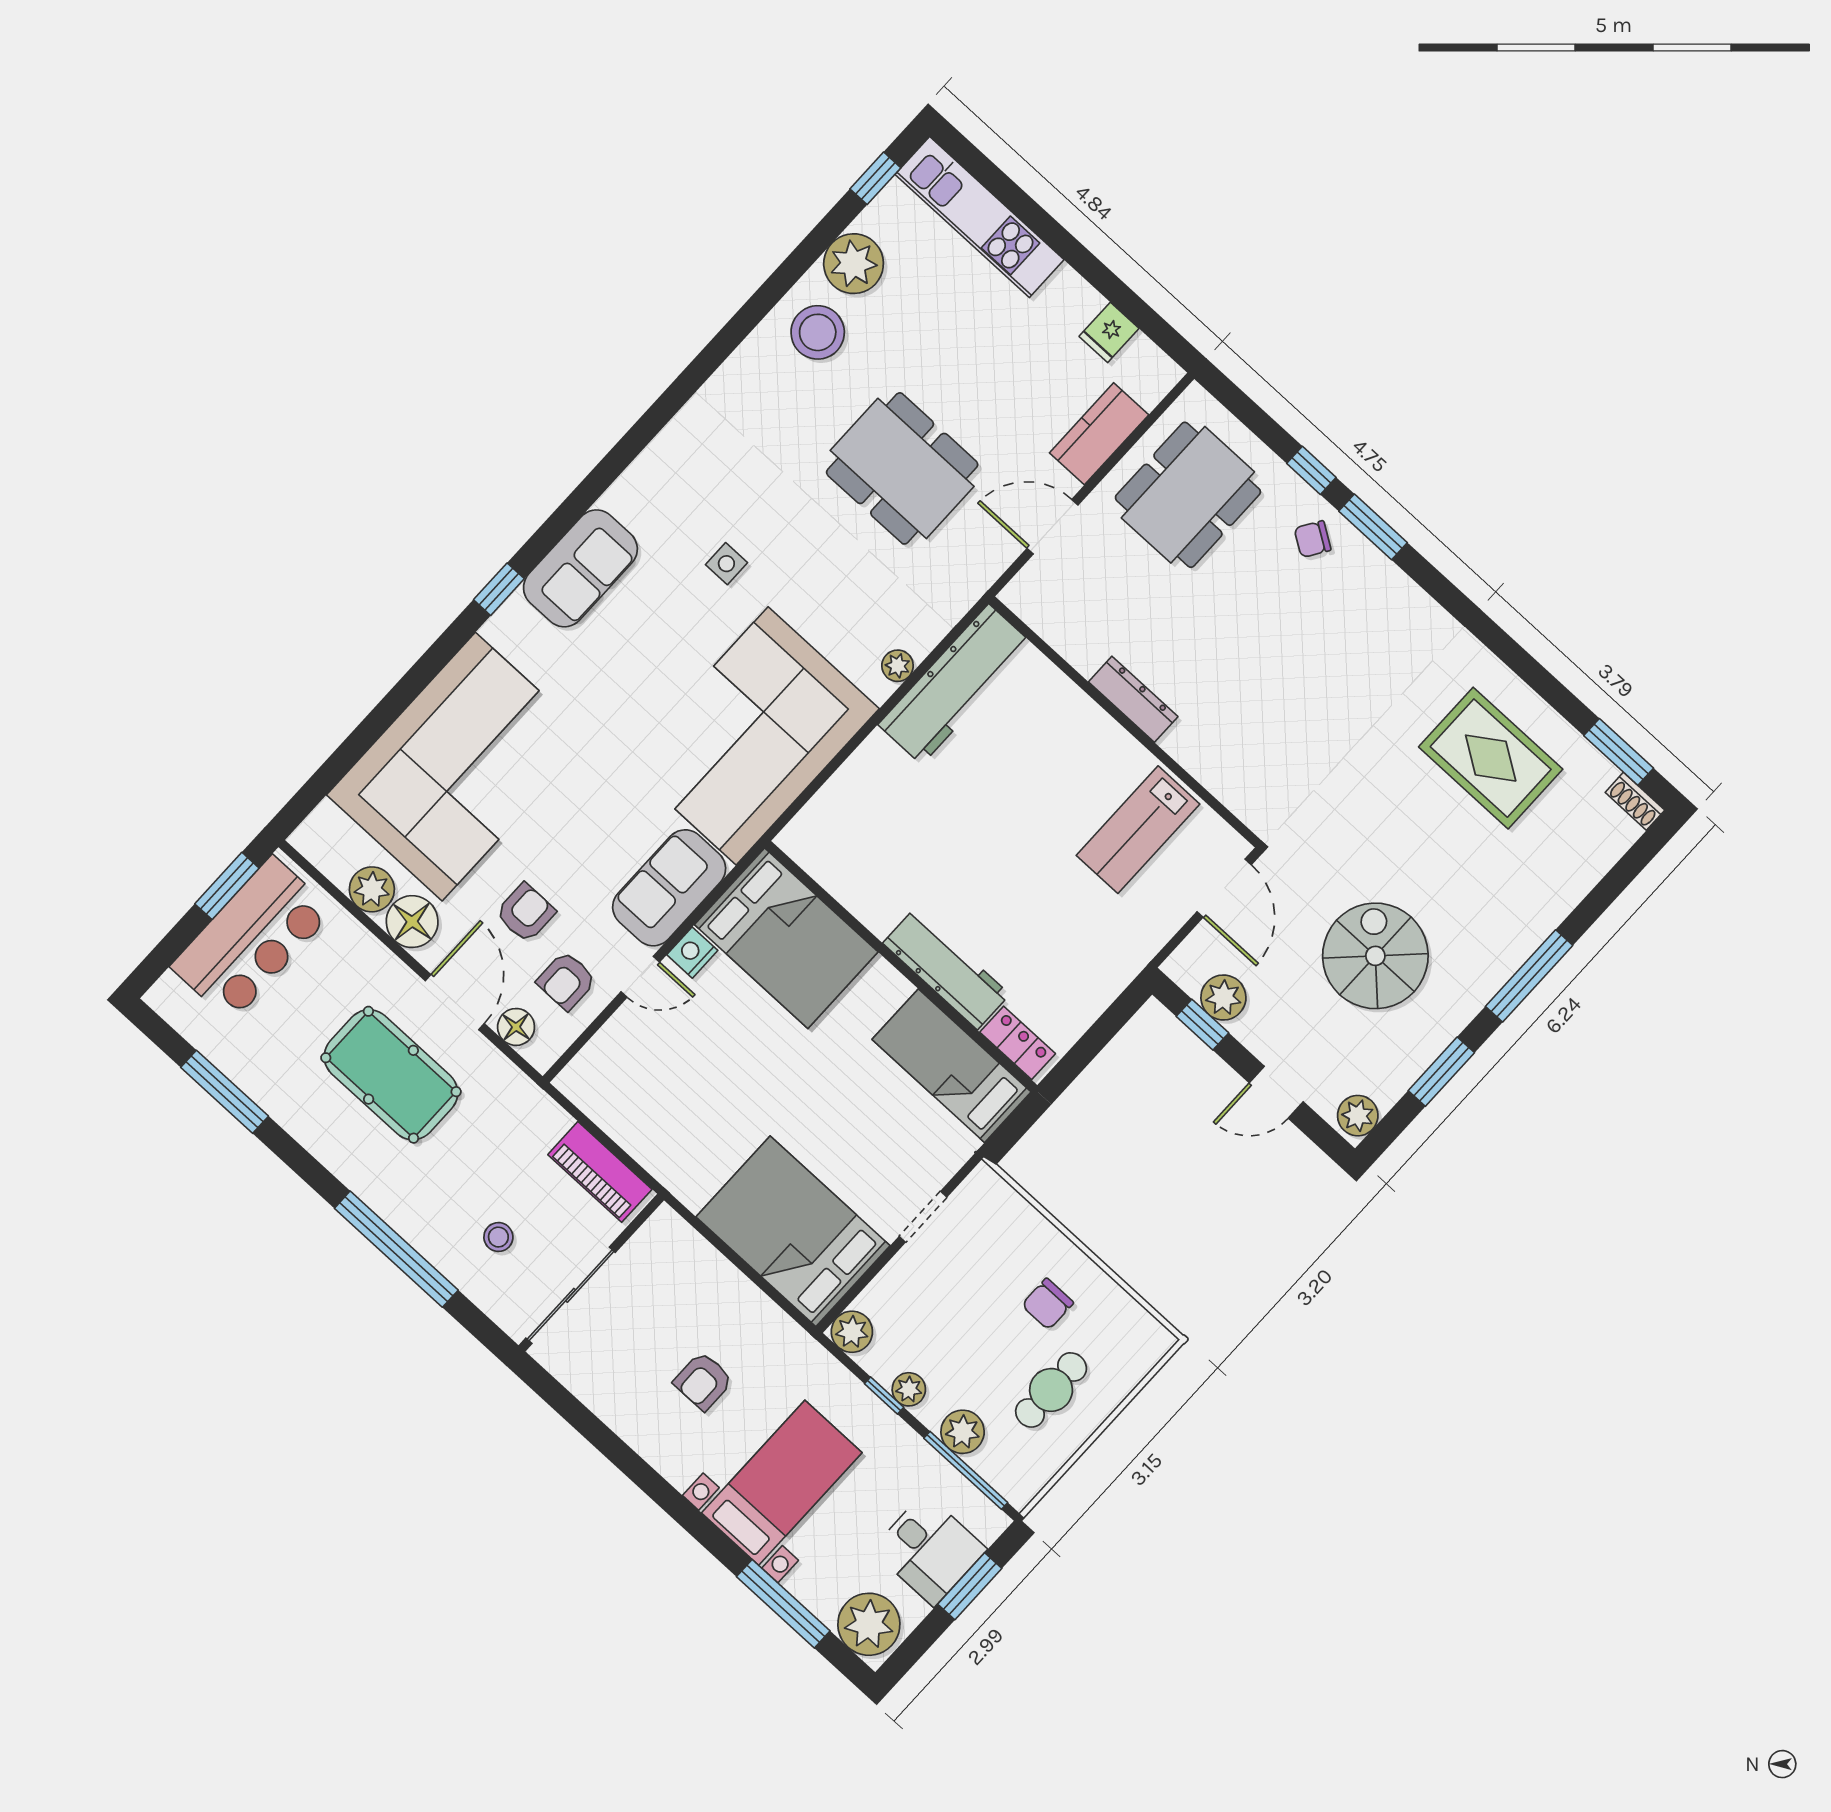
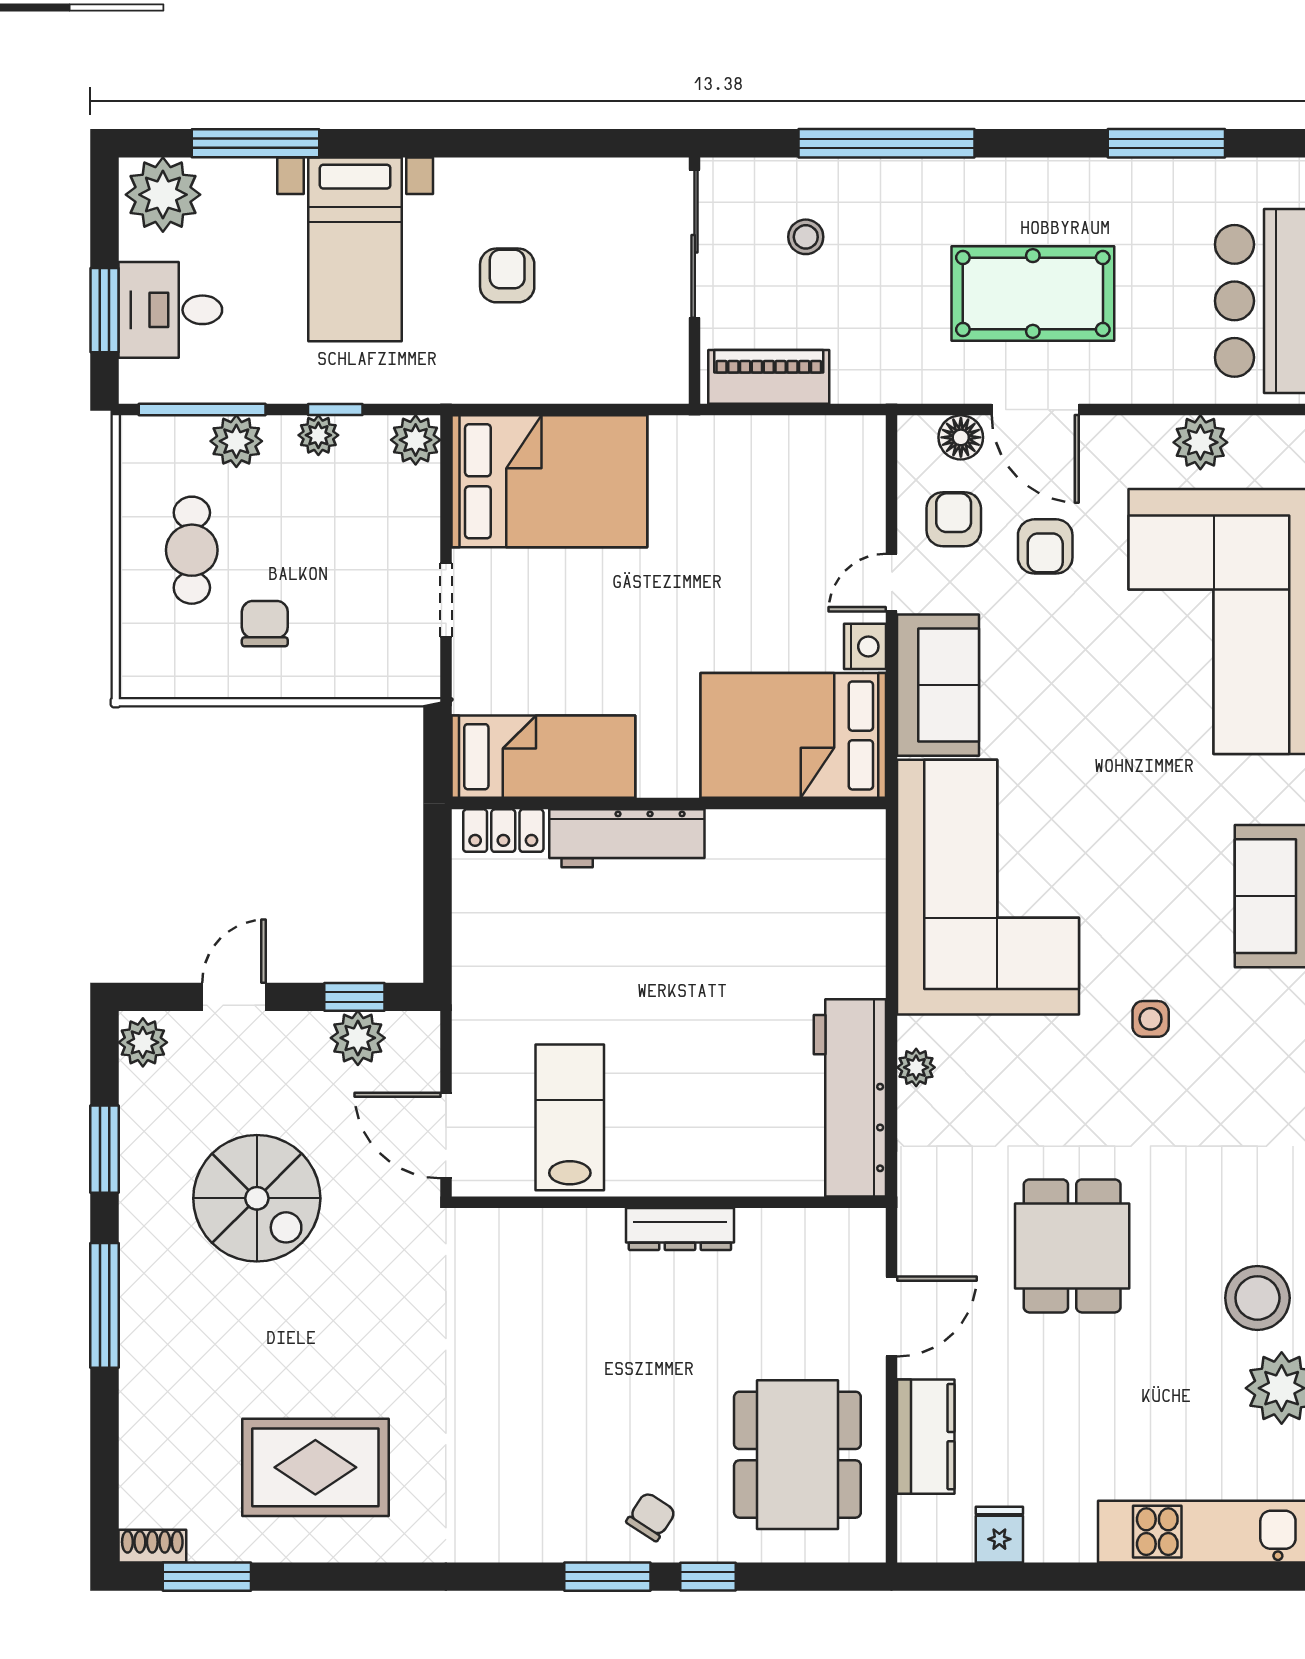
dining table: (902, 468) -> (1072, 1246), width x0.73
floor lamp: (412, 922) -> (1138, 446), removed

